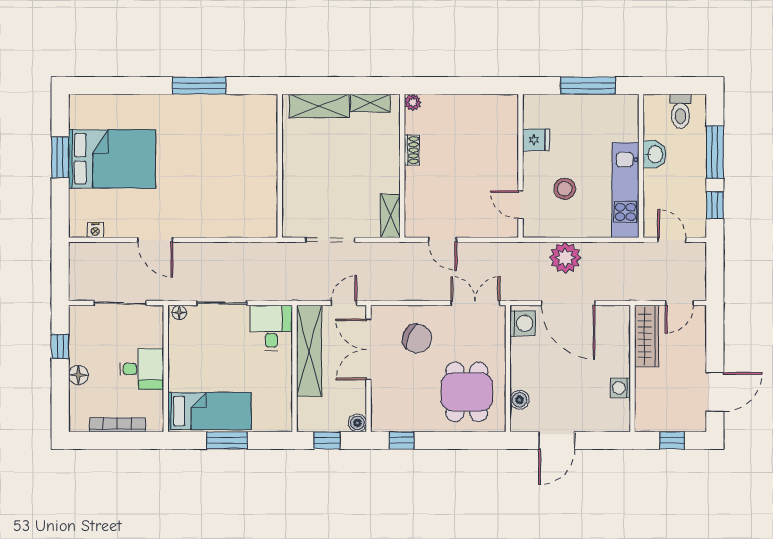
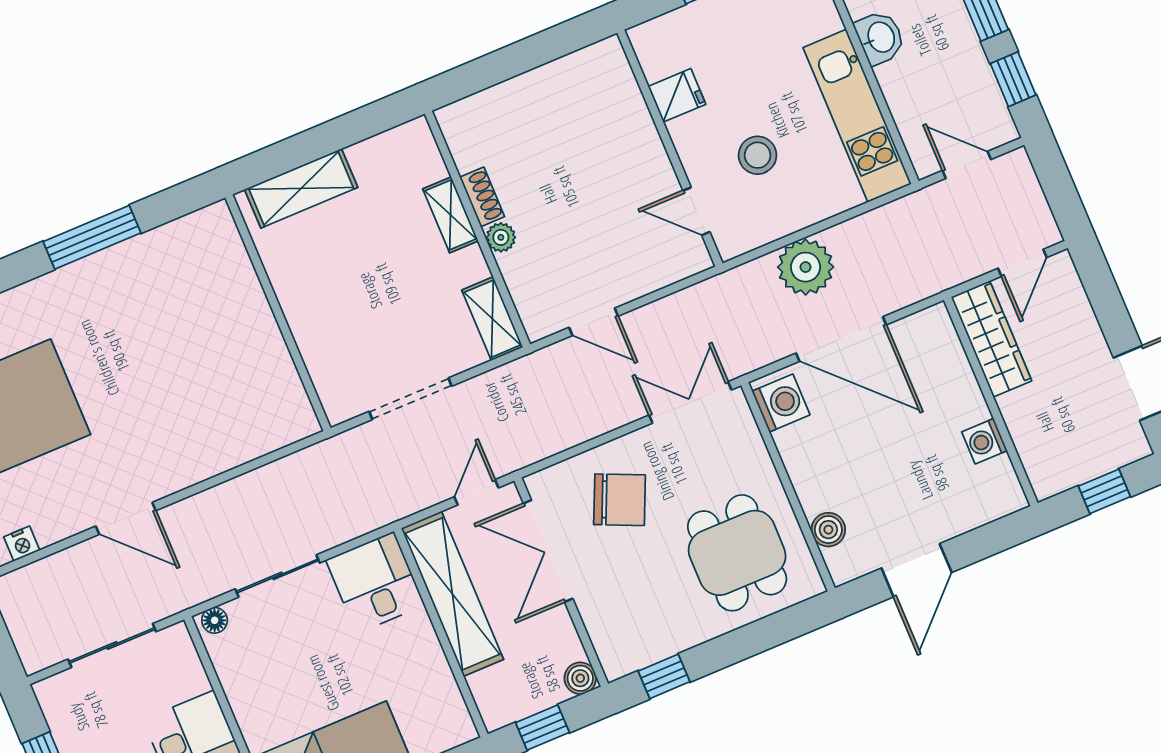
plant: (413, 102) -> (501, 237), moved
shelving: (370, 103) -> (450, 215), moved, turned 90

